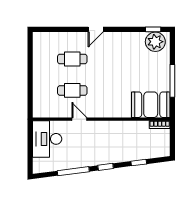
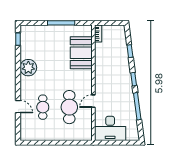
door: (96, 29) -> (18, 107), moved
plant: (155, 42) -> (28, 68), moved
cafe table: (72, 90) -> (69, 107), width x1.37, depth x1.35
booth: (151, 105) -> (81, 53), moved

